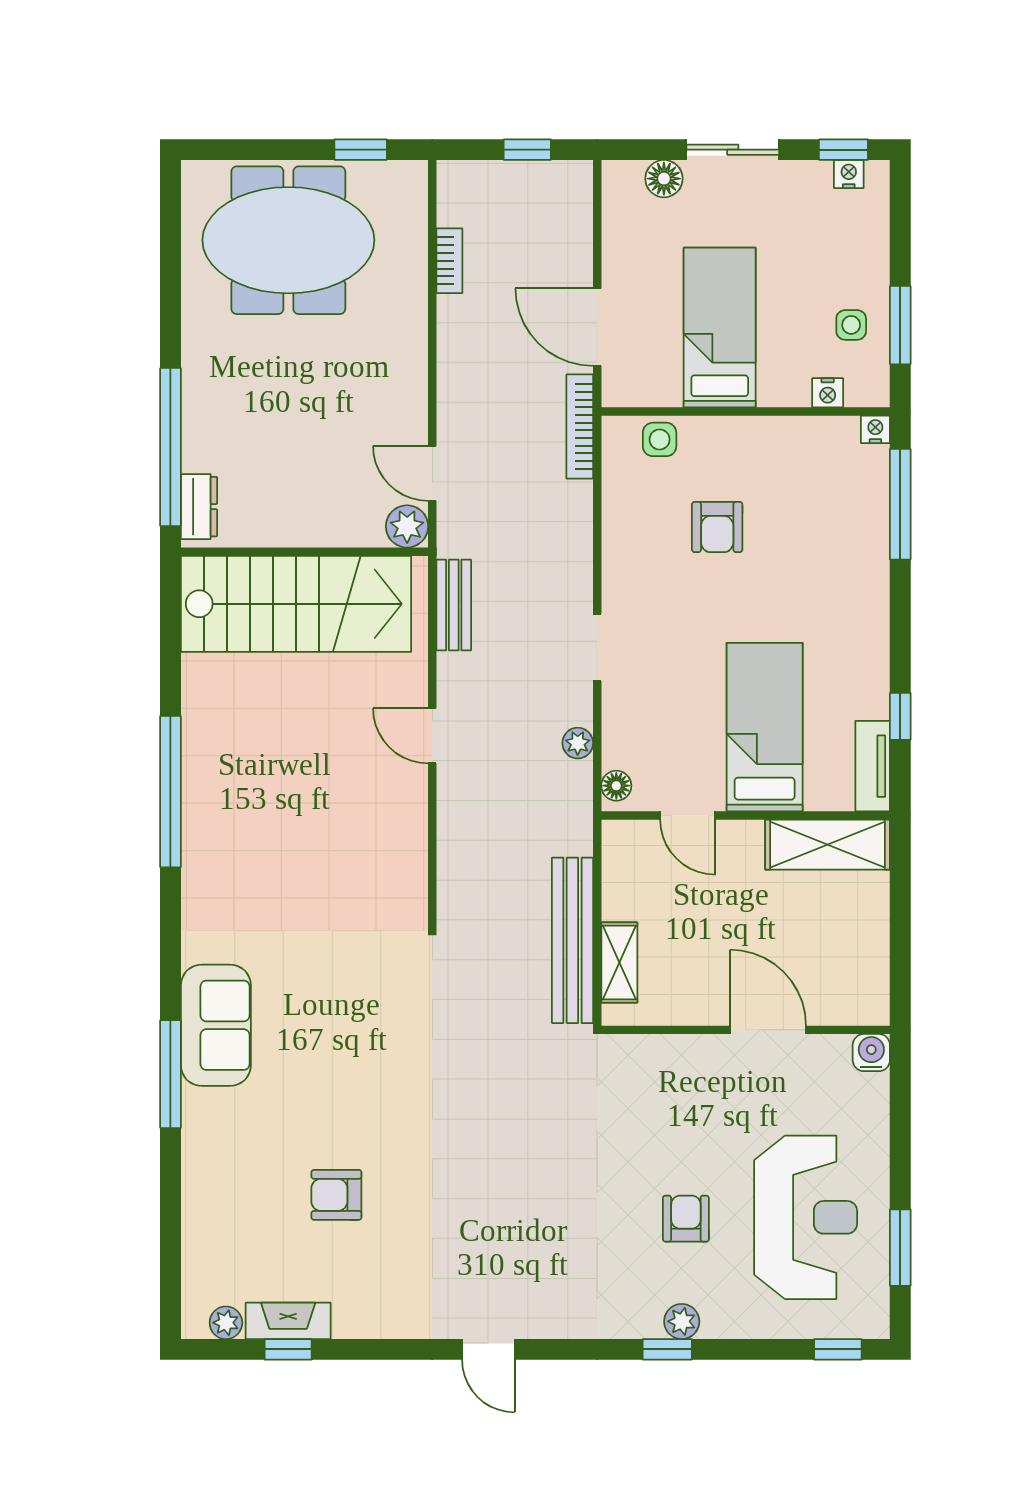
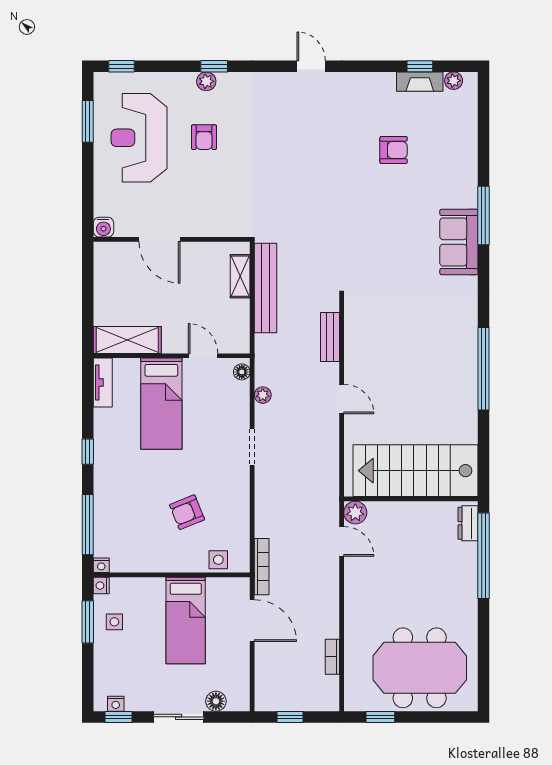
nightstand: (828, 393) -> (101, 586), moved, turned -90
armchair: (717, 527) -> (187, 512), turned -112
bench: (454, 605) -> (330, 337), moved
window: (900, 716) -> (88, 452), moved

